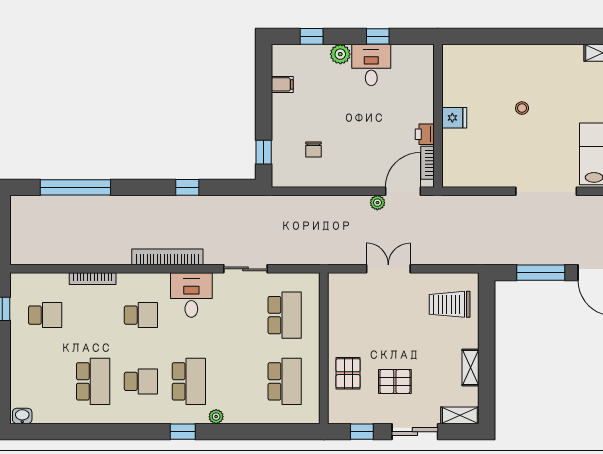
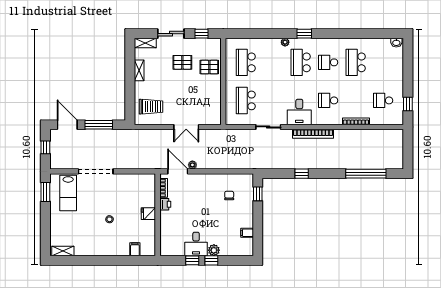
window: (312, 36) -> (211, 260), moved
filing cabinet: (478, 56) -> (135, 249), added
door: (403, 191) -> (178, 171), swing flipped
pallet: (348, 373) -> (209, 67), turned 90

